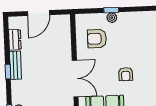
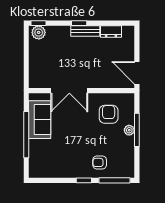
window: (111, 10) -> (137, 130), width x2.17
door: (38, 13) -> (137, 73), moved
armchair: (126, 74) -> (100, 162), moved

